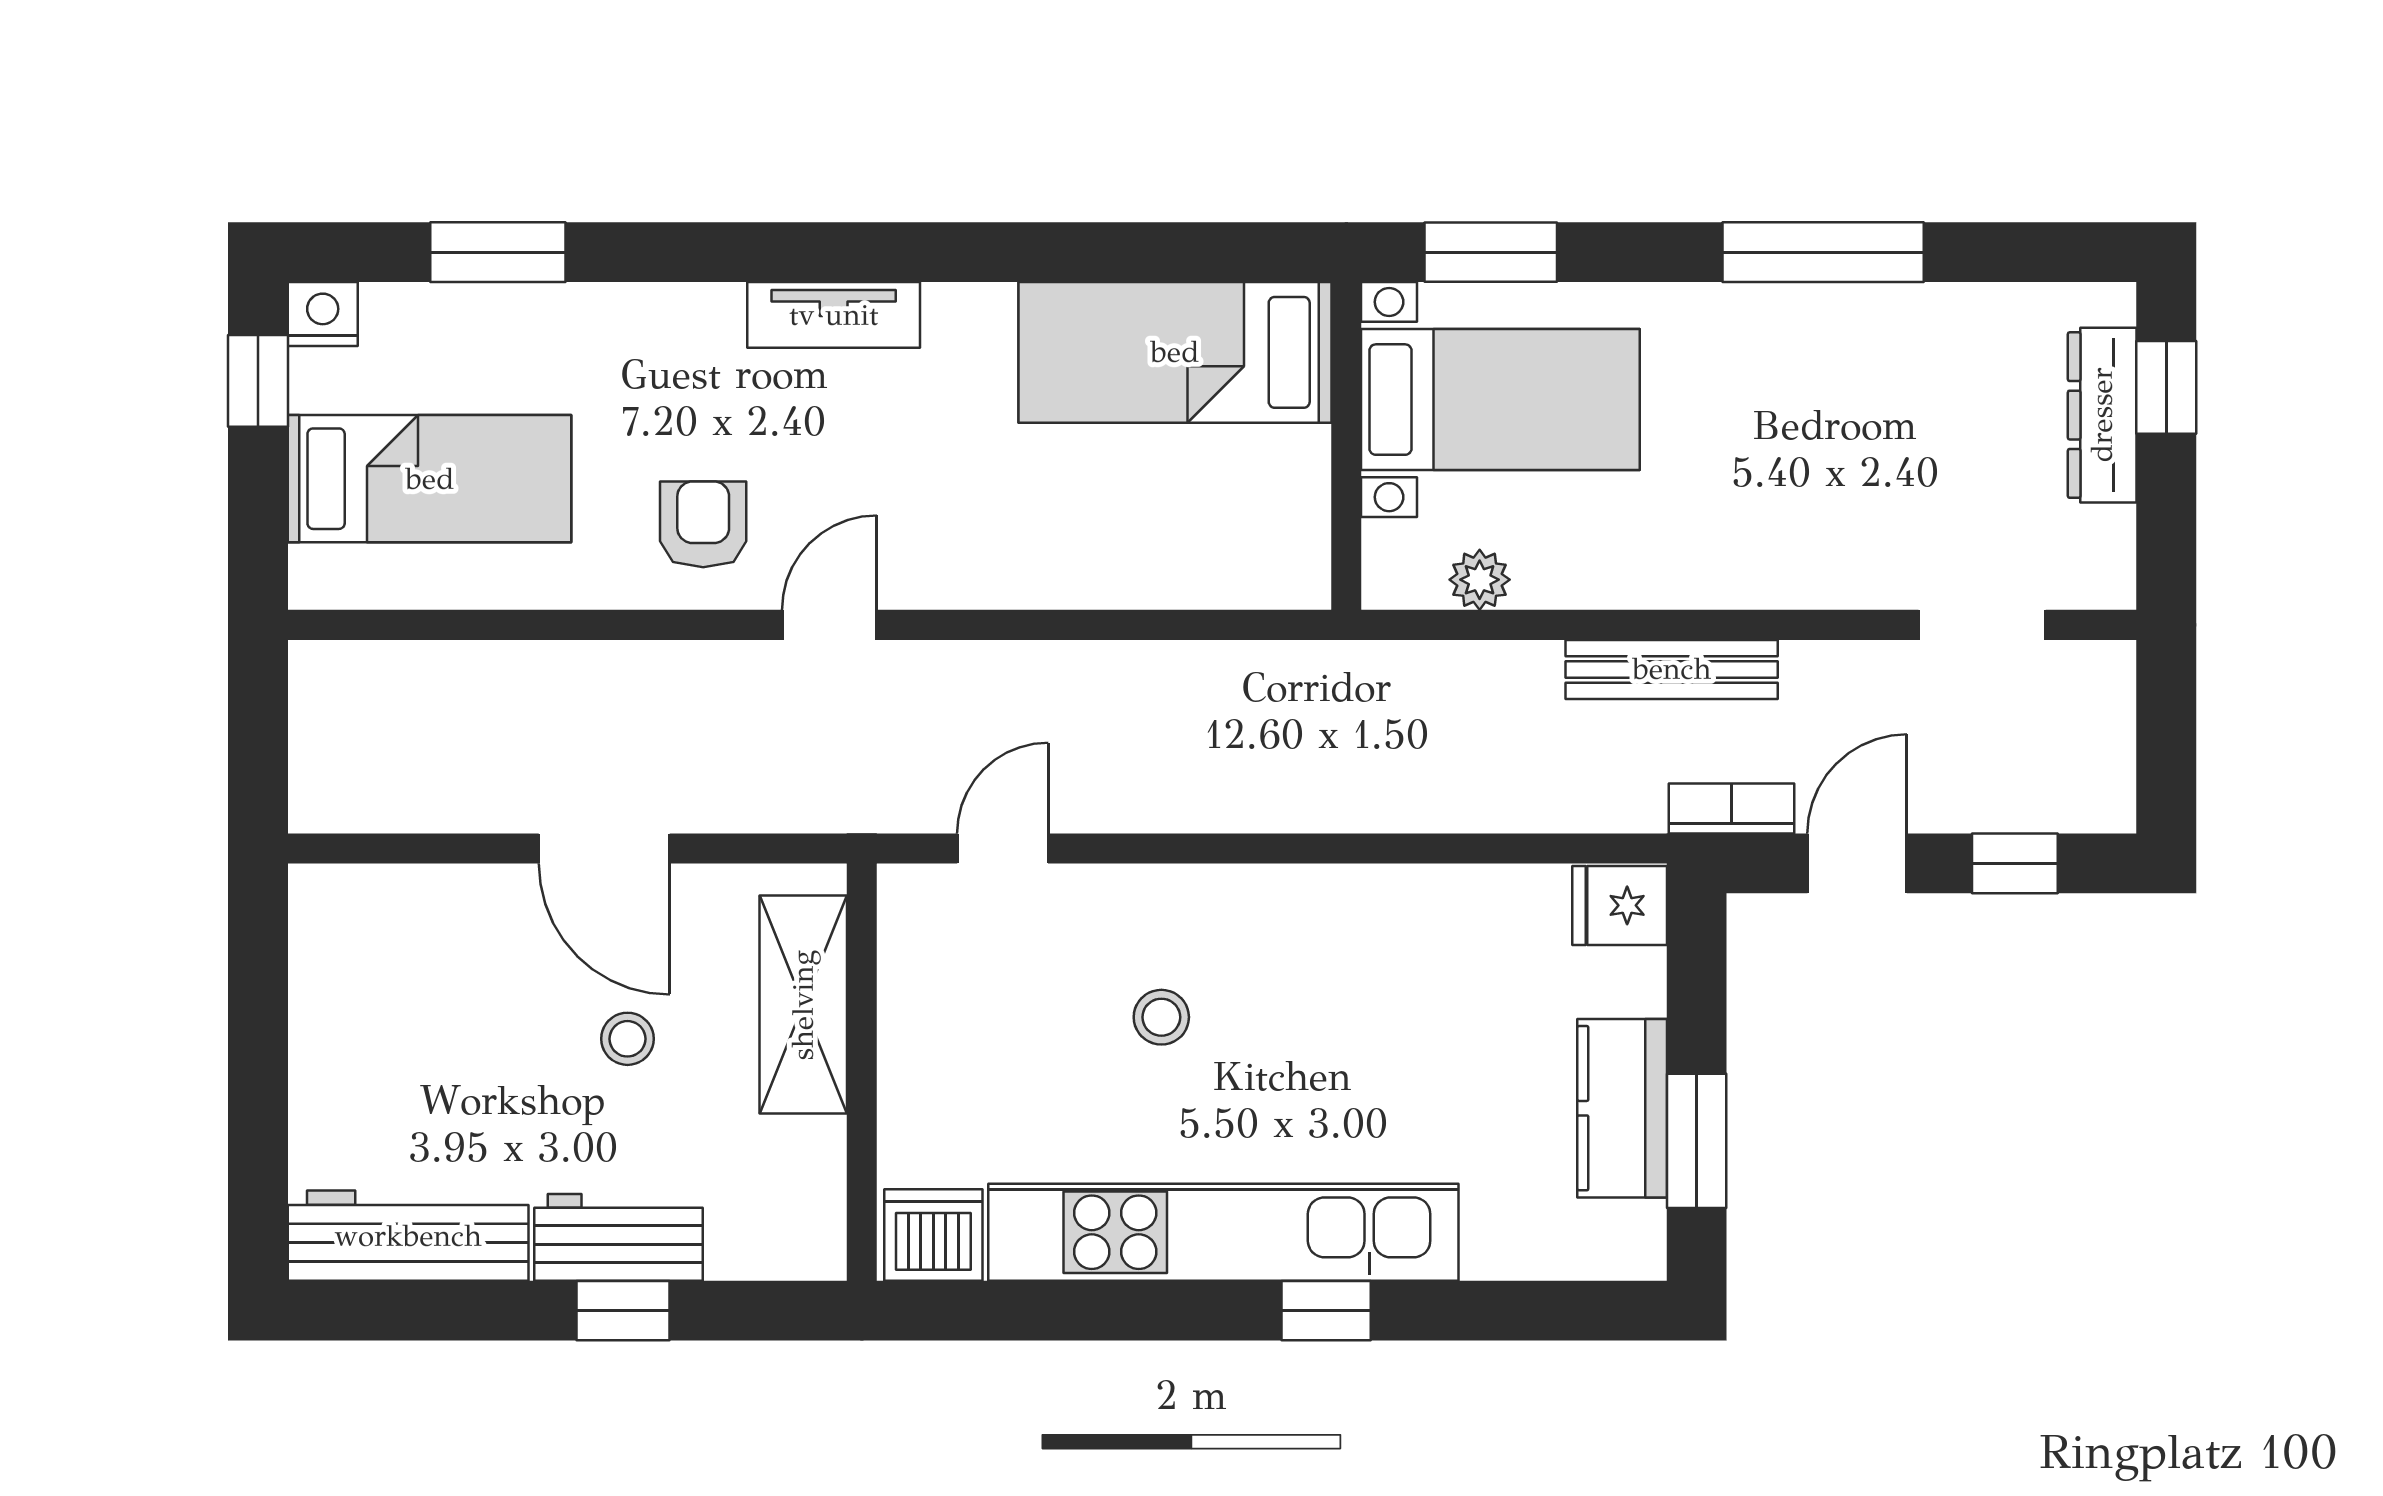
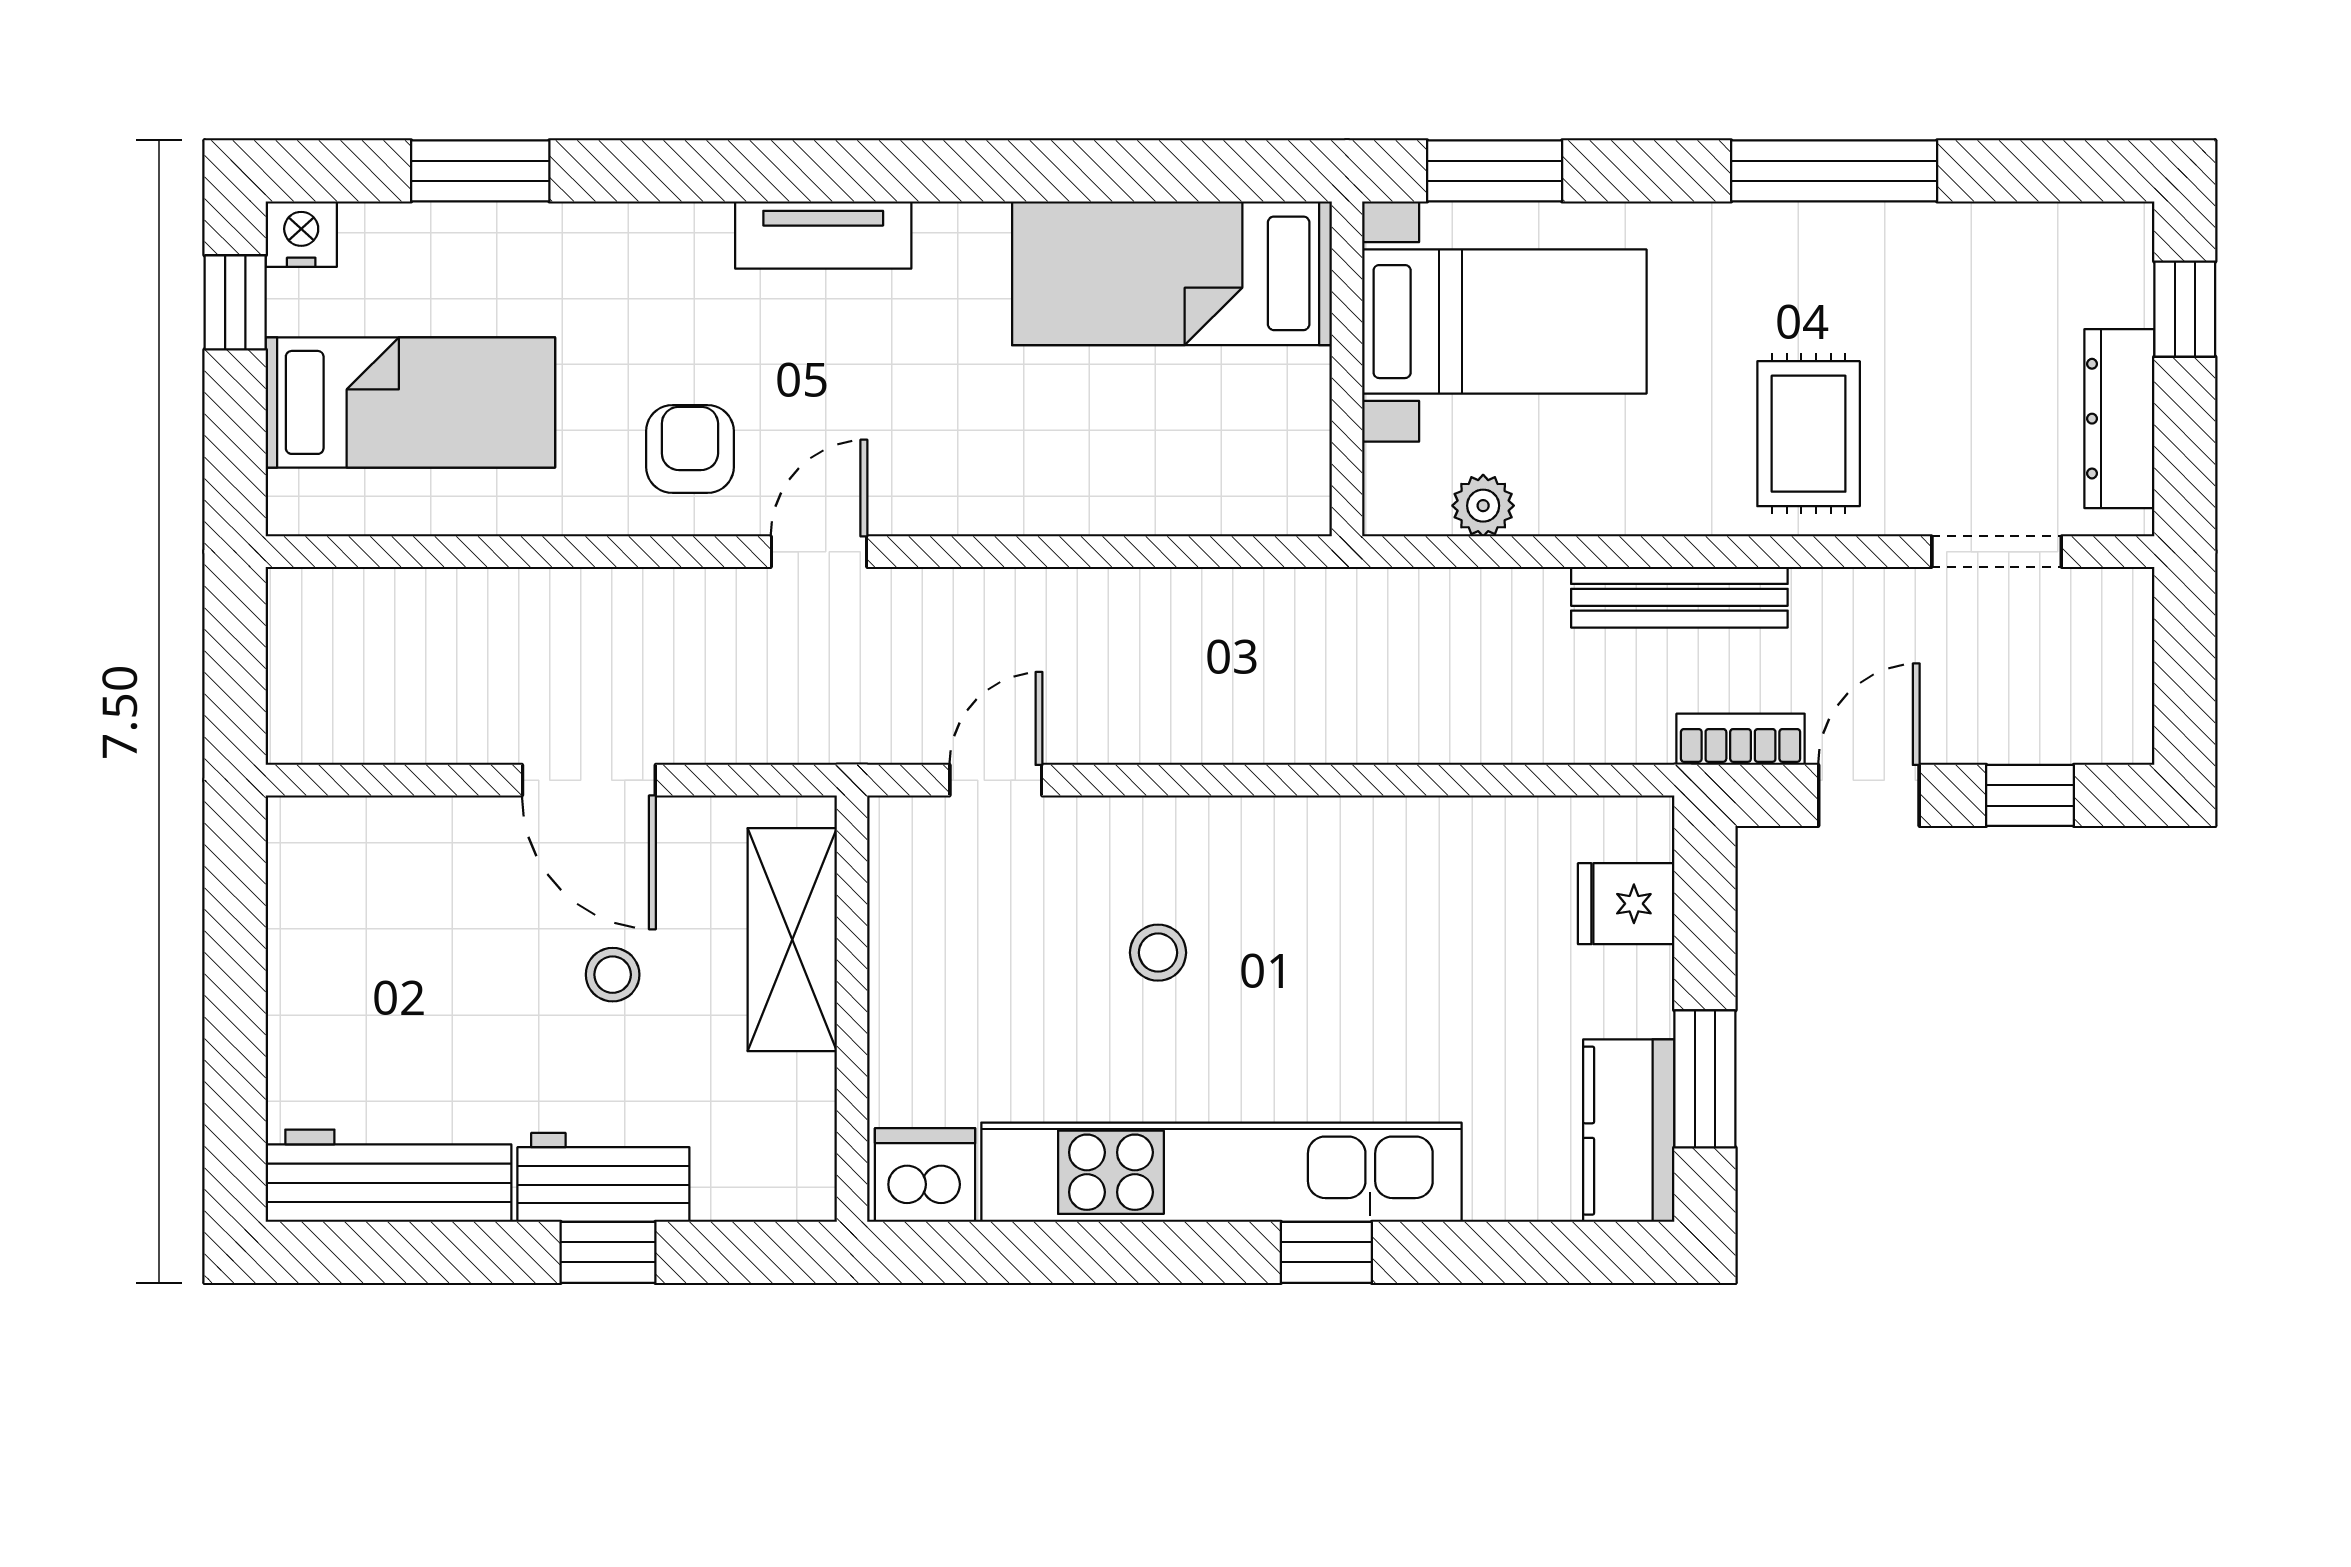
dresser: (2102, 415) -> (2119, 419), moved
rug: (1798, 509) -> (1809, 434), added
fridge: (1620, 905) -> (1626, 904), moved
kitchen counter: (1622, 1108) -> (1629, 1131), moved

